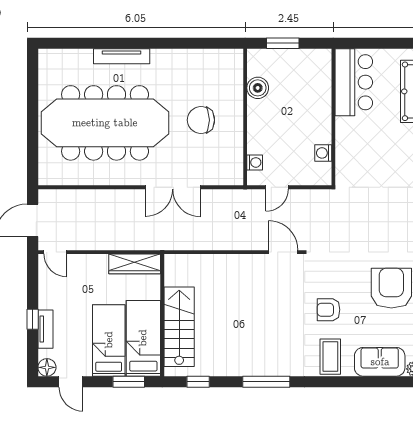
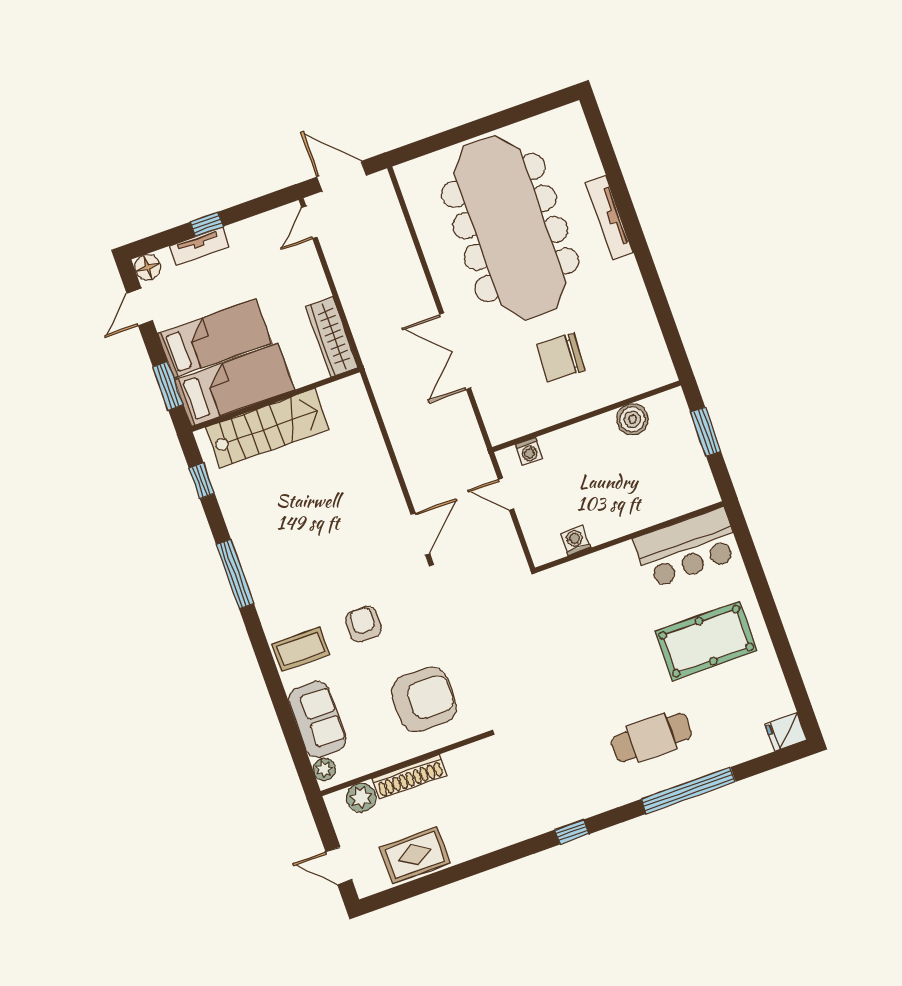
chair: (201, 120) -> (561, 357), turned -87

